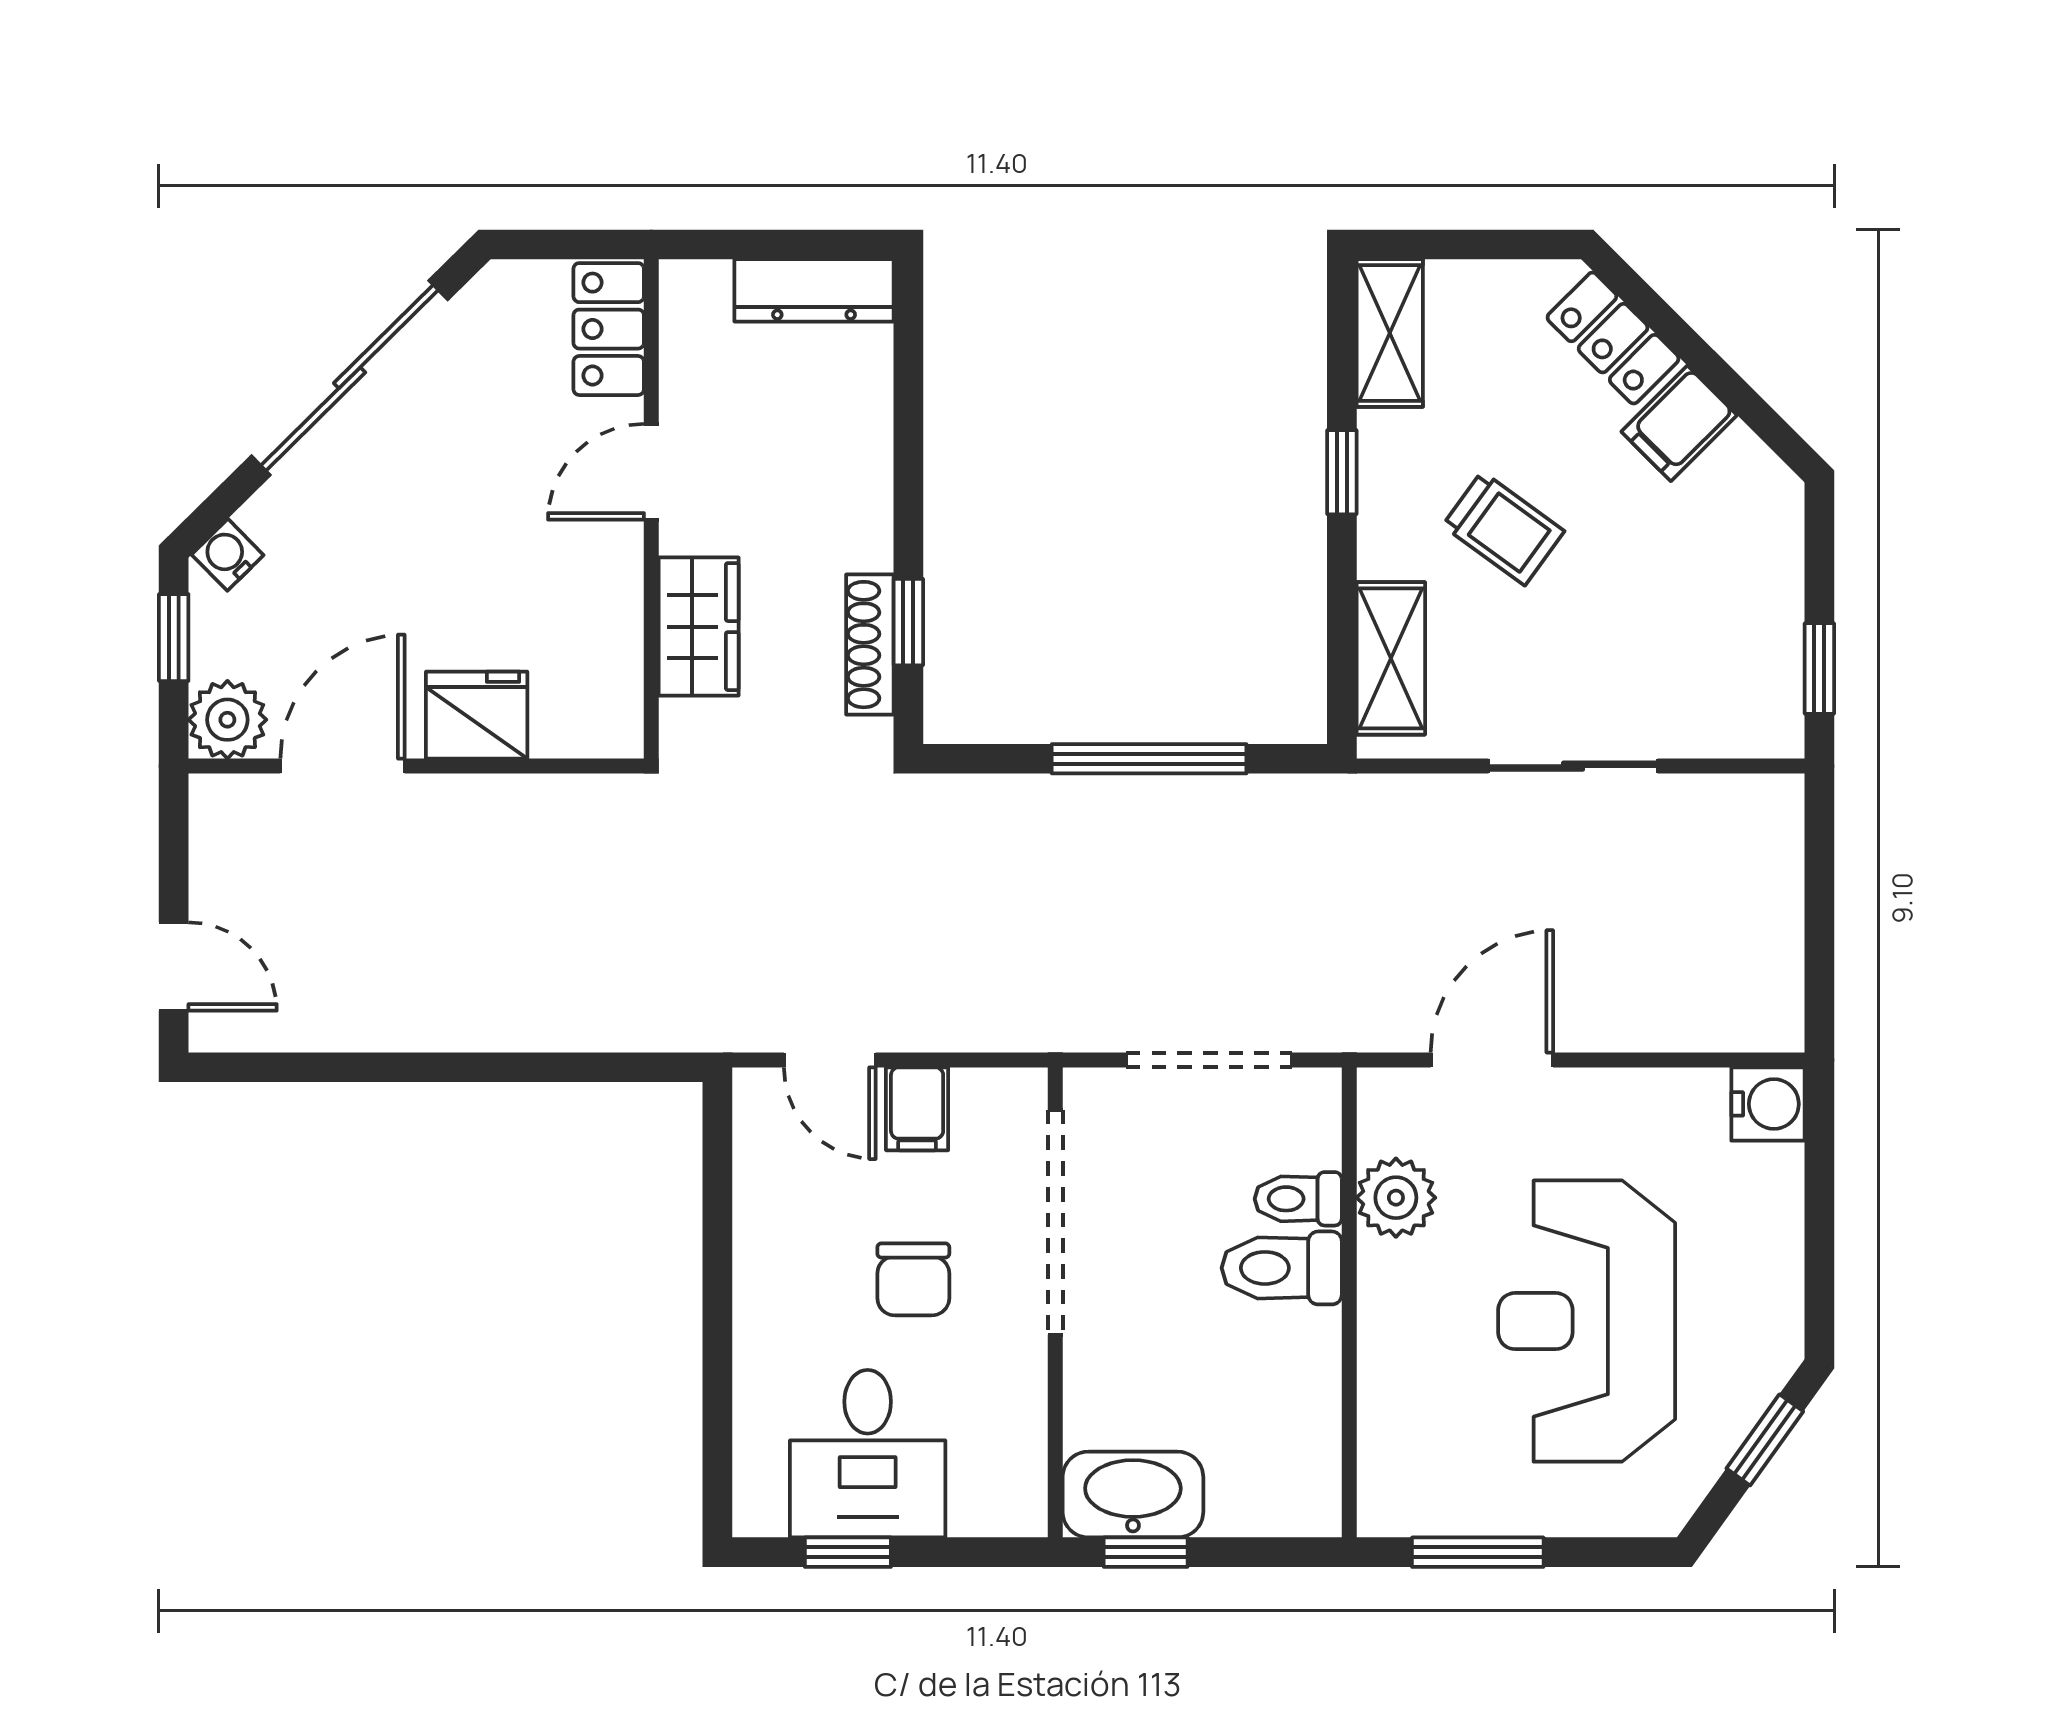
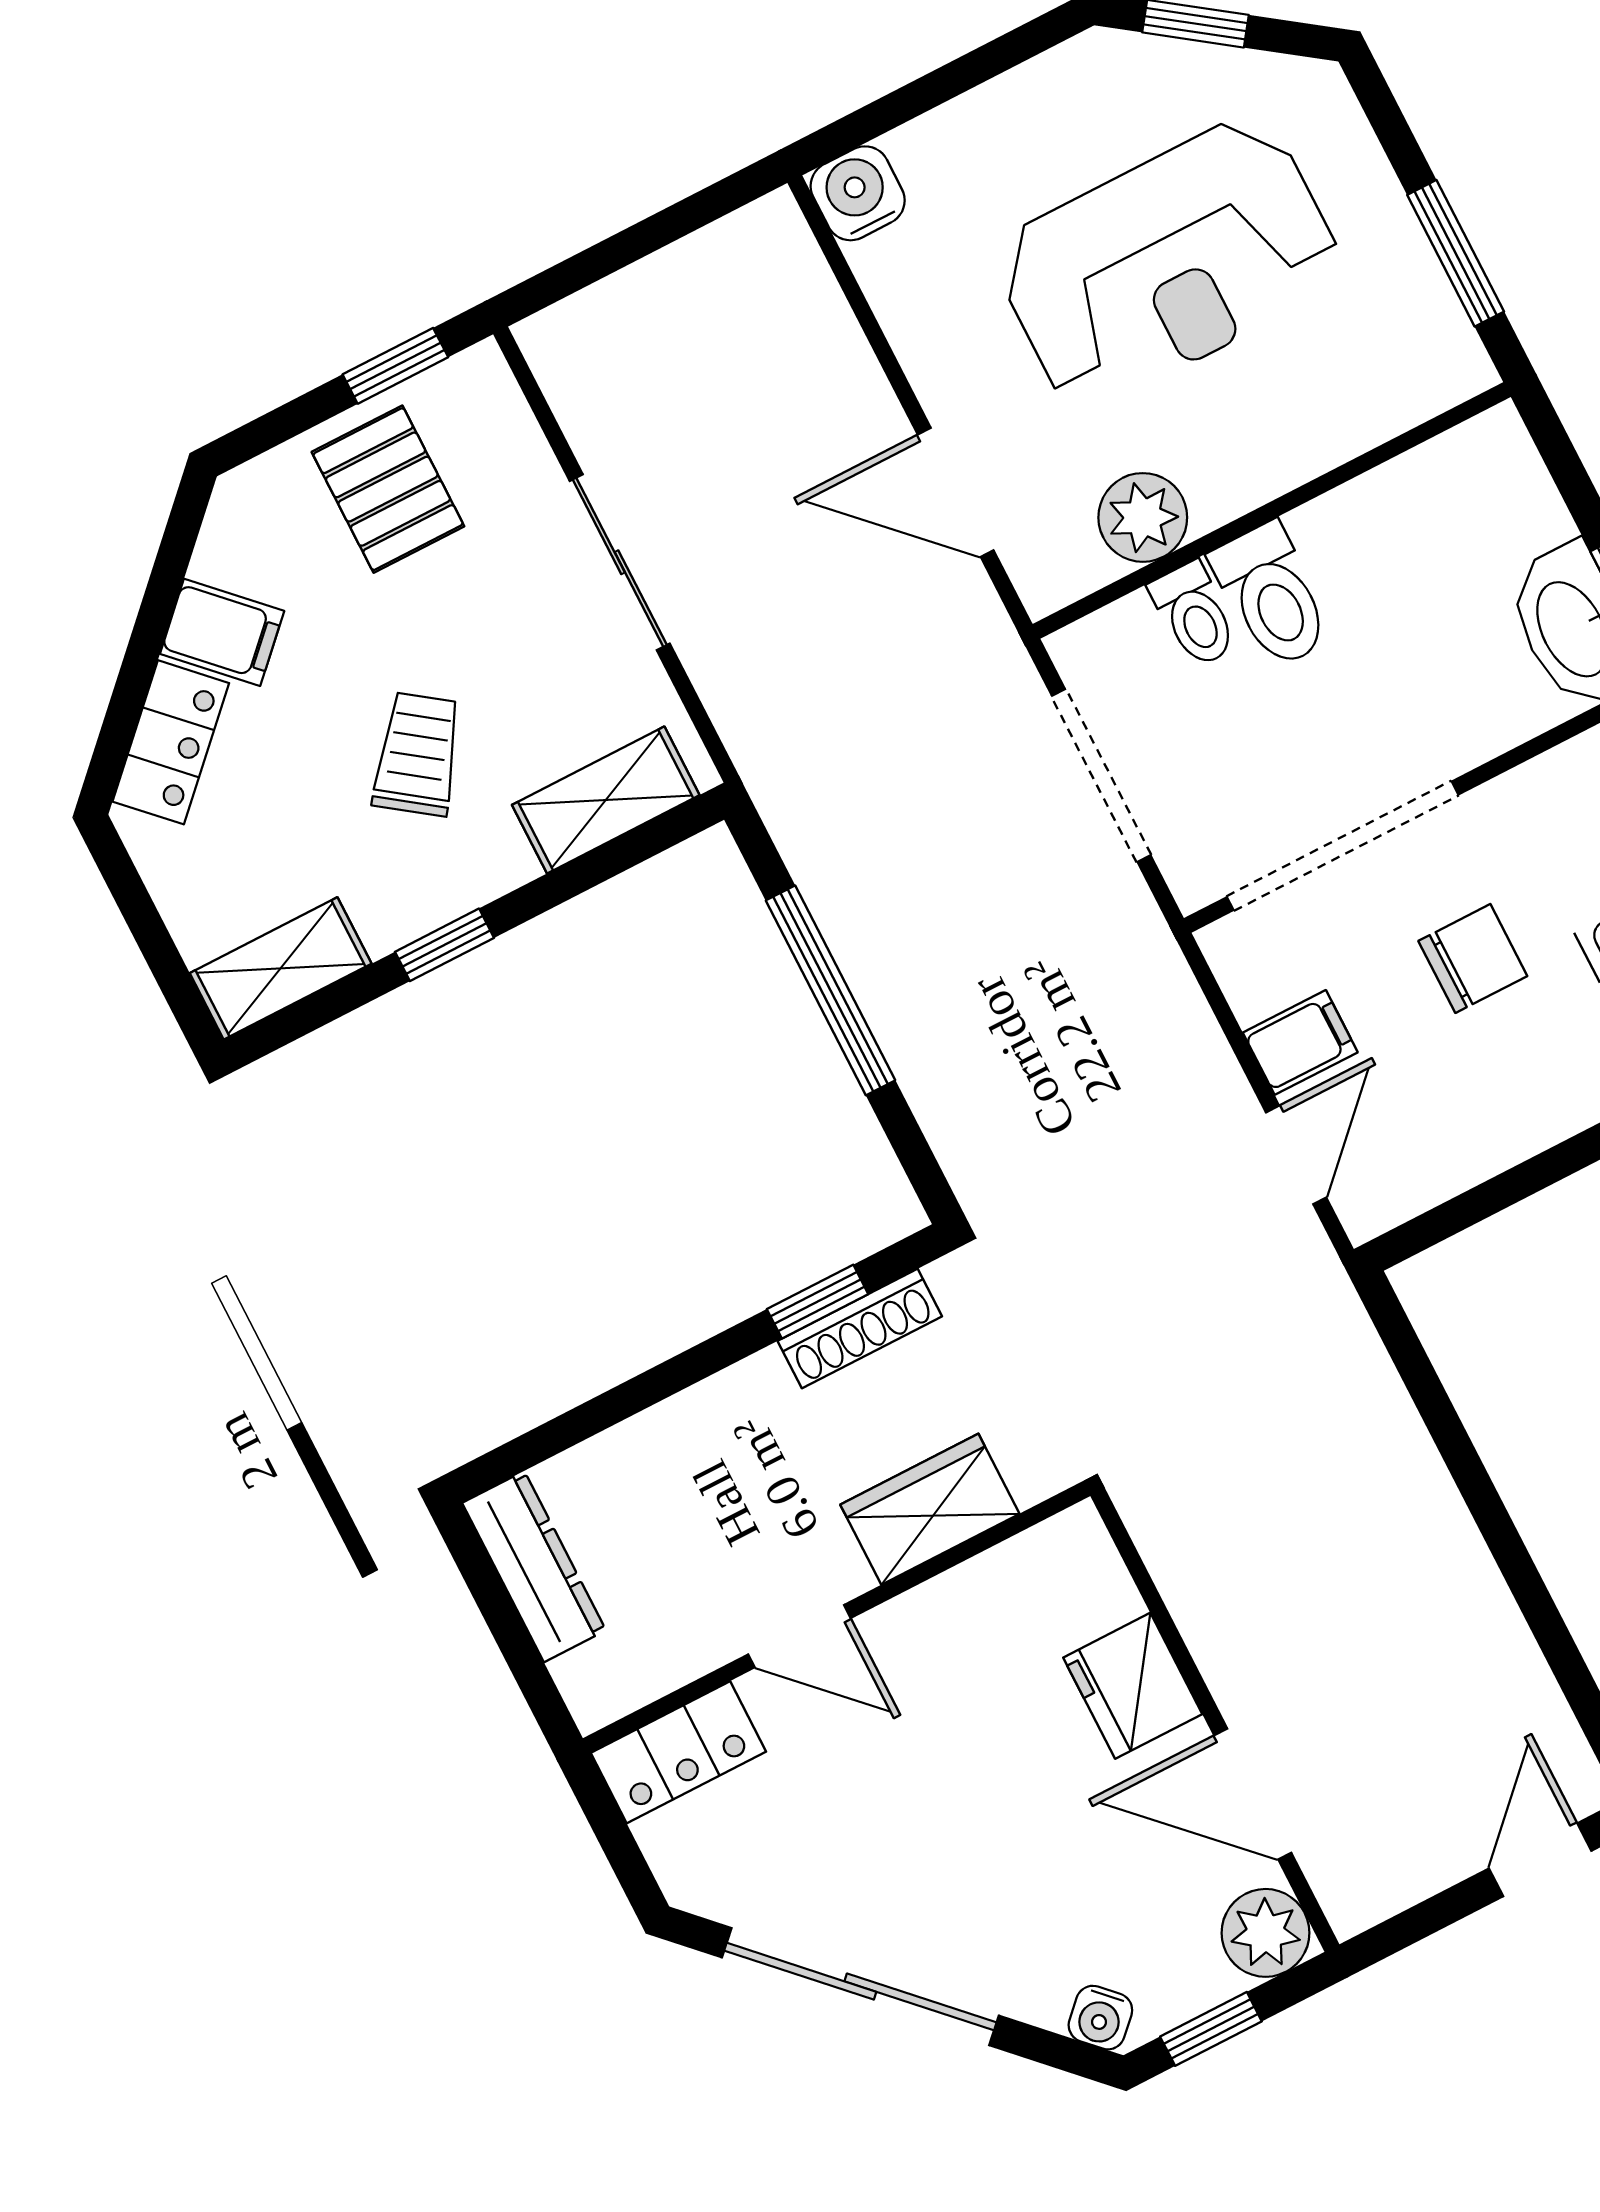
pallet: (1725, 613) -> (388, 489), added

